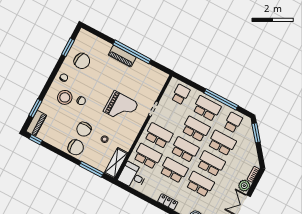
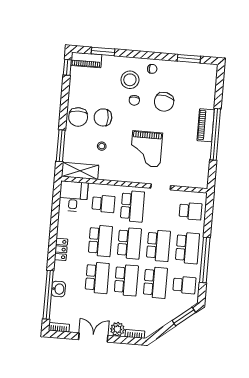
chair: (82, 61) -> (164, 102), moved
school desk: (148, 156) -> (103, 204), width x0.54

